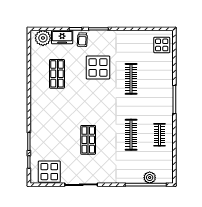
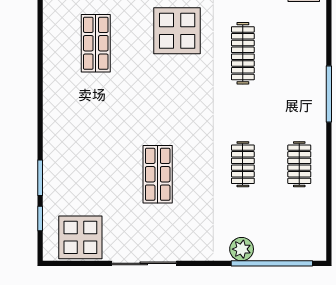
clothes rail: (131, 135) -> (243, 164), width x0.73
plant: (150, 178) -> (242, 249), moved

